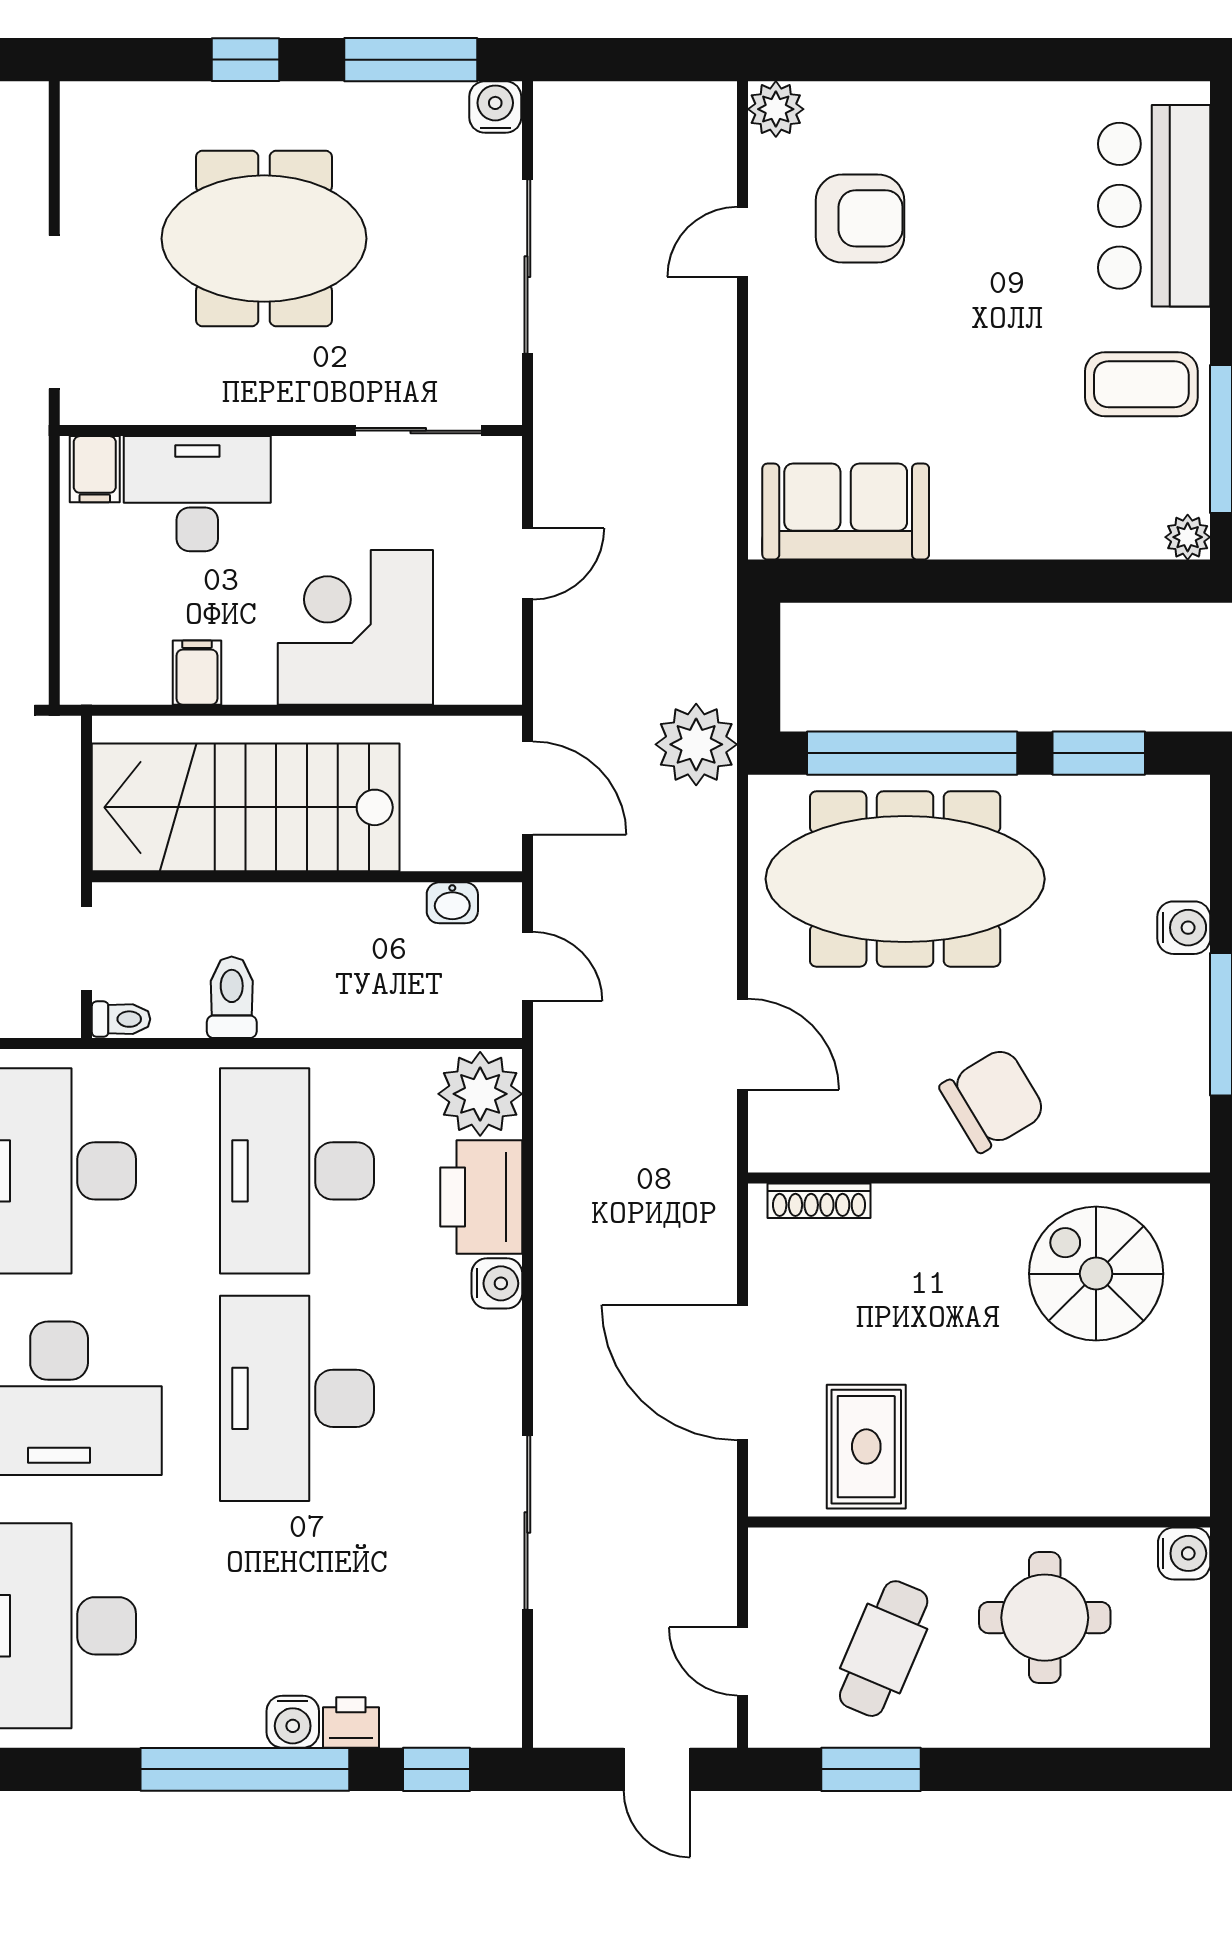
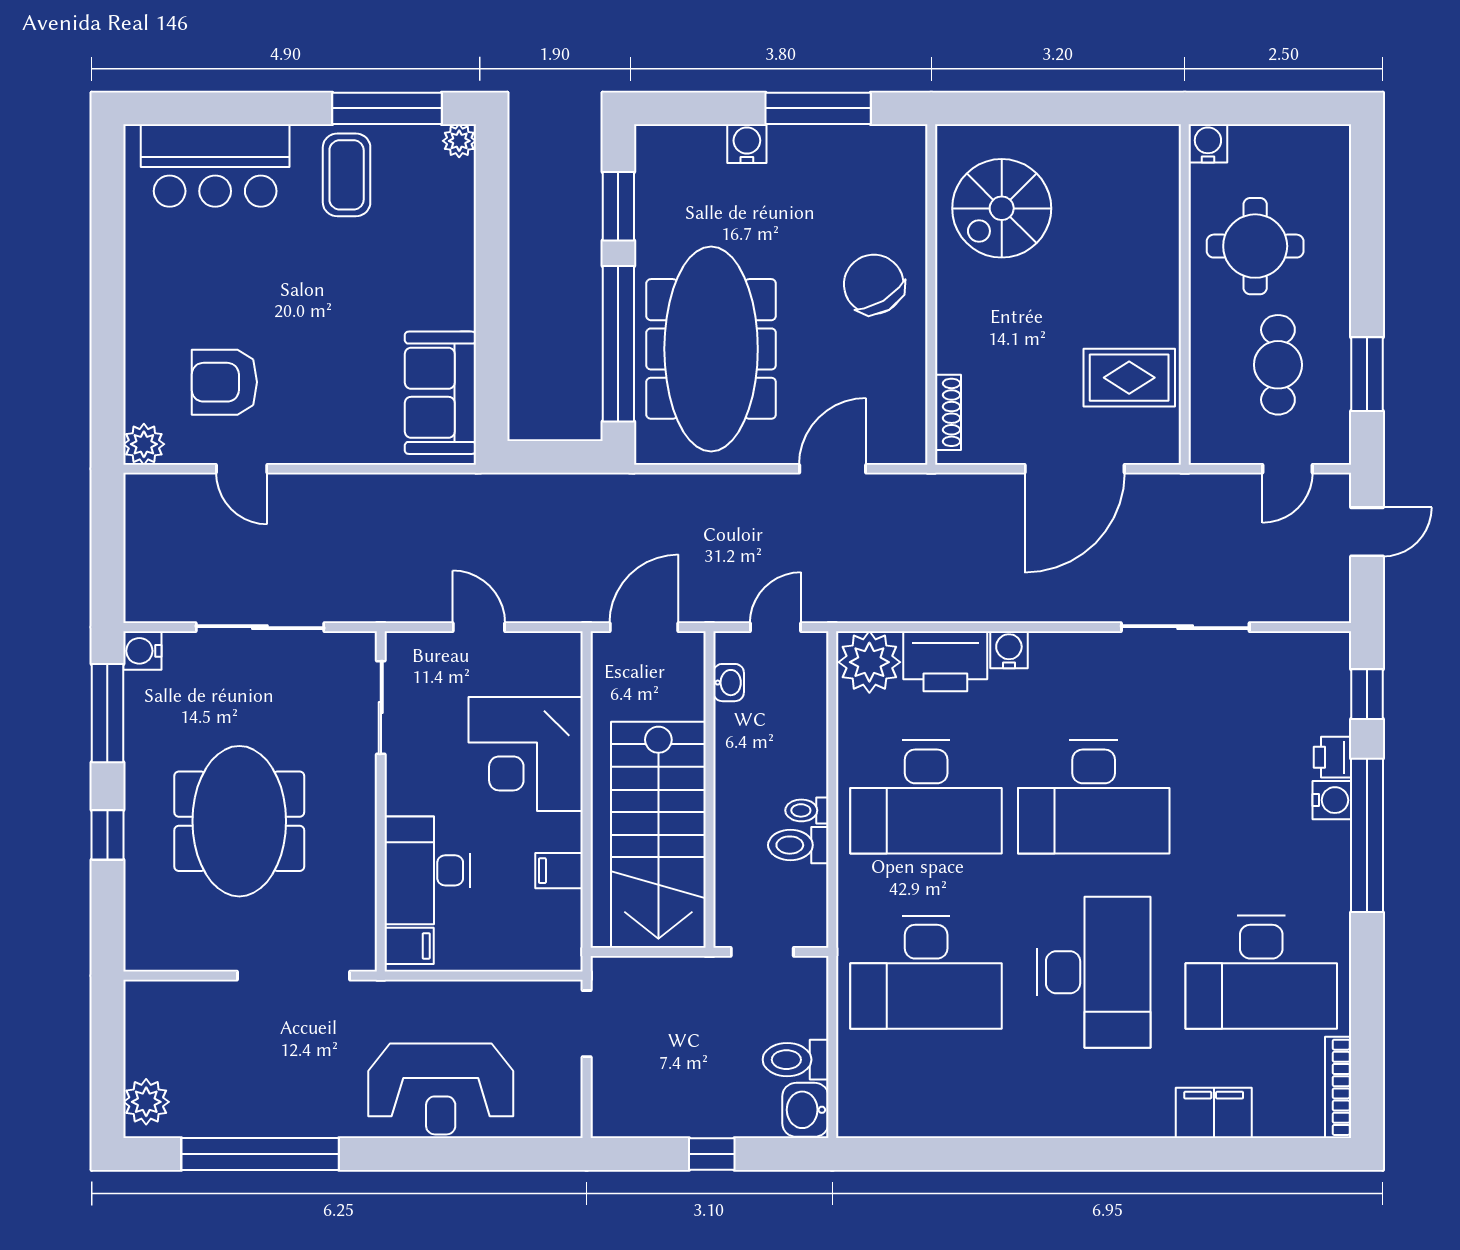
armchair: (860, 218) -> (224, 382), turned -90
plant: (696, 744) -> (612, 503), removed
toilet: (121, 1019) -> (807, 810), moved, turned -90
cafe table: (884, 1649) -> (1278, 365), turned 67

